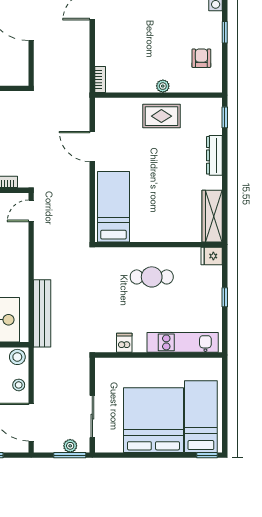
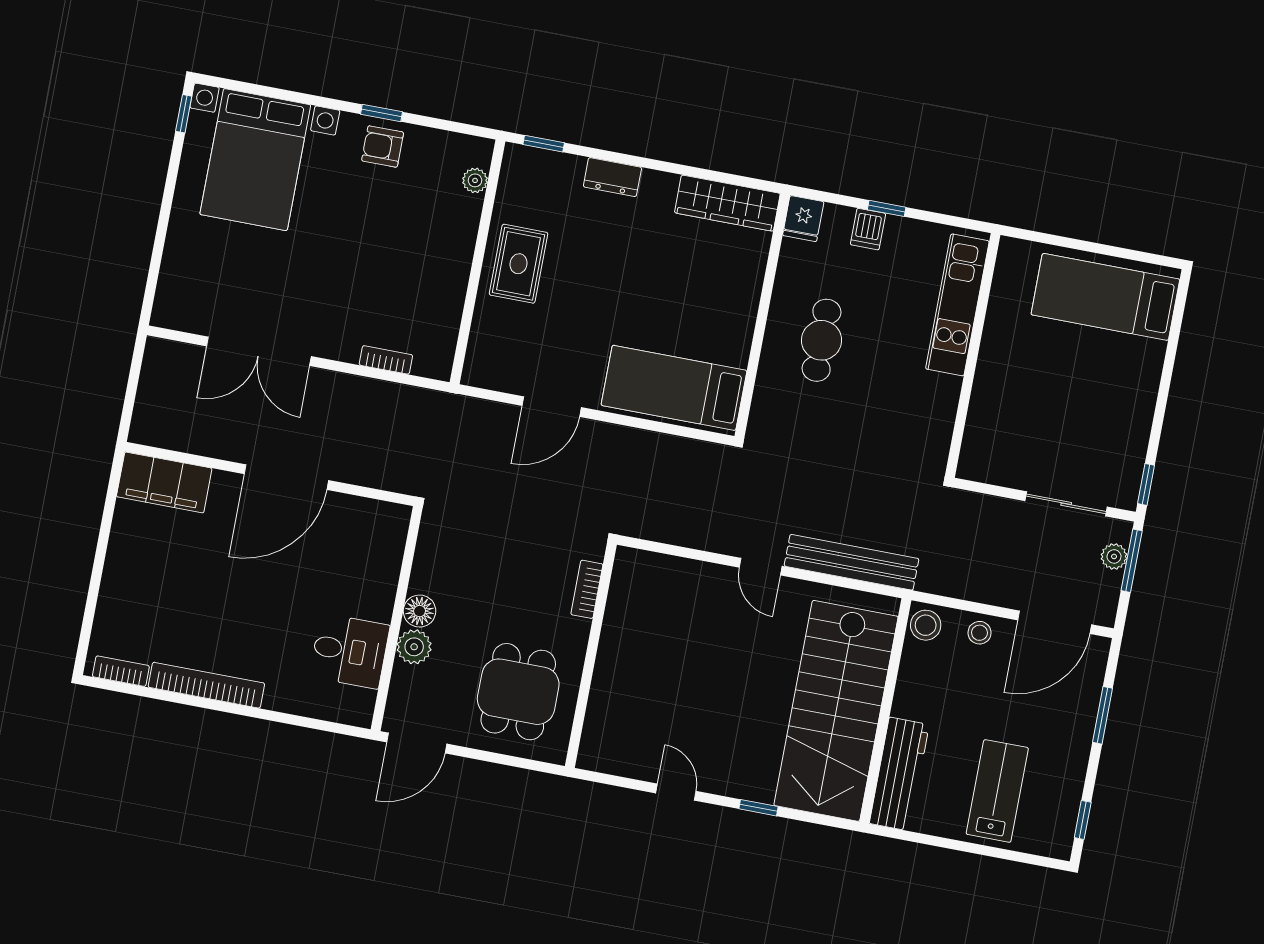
armchair: (201, 58) -> (383, 146), moved
bookcase: (100, 80) -> (386, 360), moved
plant: (163, 86) -> (475, 180), moved
dresser: (214, 155) -> (612, 177), width x0.70
door: (31, 211) -> (761, 567), moved
dishwasher: (124, 343) -> (868, 229), moved, turned -90
bed: (153, 420) -> (1095, 389), removed
window: (207, 455) -> (1146, 484), moved

